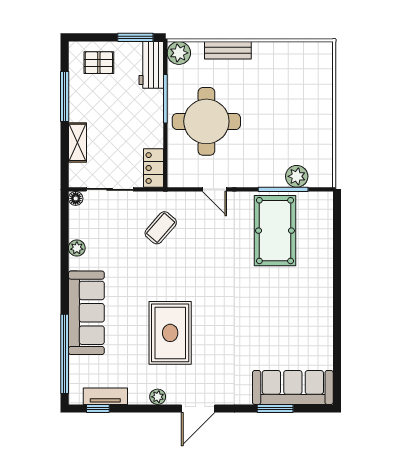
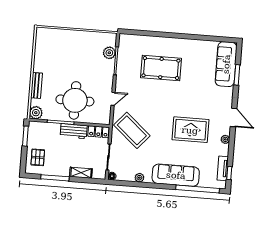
workbench: (151, 65) -> (74, 131), moved
coffee table: (161, 228) -> (132, 130), width x1.86, depth x1.72
pool table: (275, 231) -> (161, 68), moved

